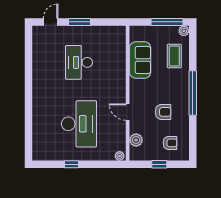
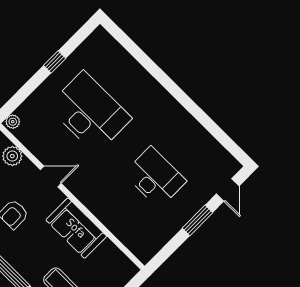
sofa: (140, 60) -> (76, 228), moved
desk: (79, 124) -> (90, 112), turned 180

